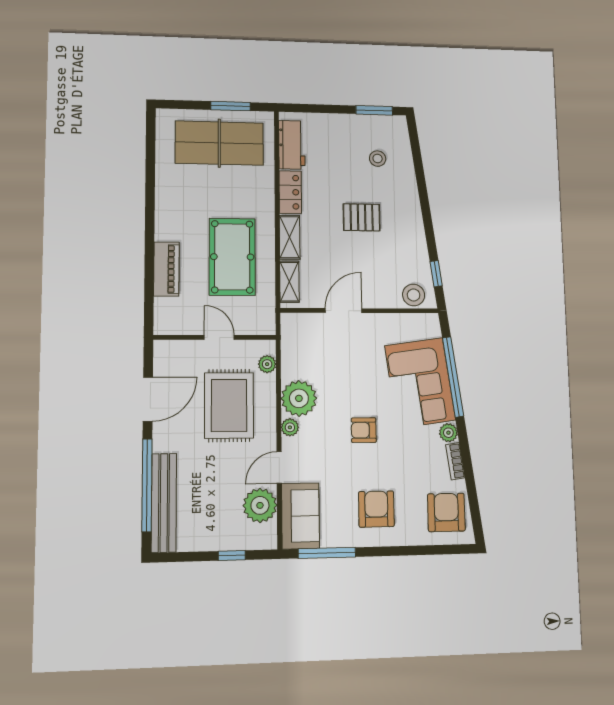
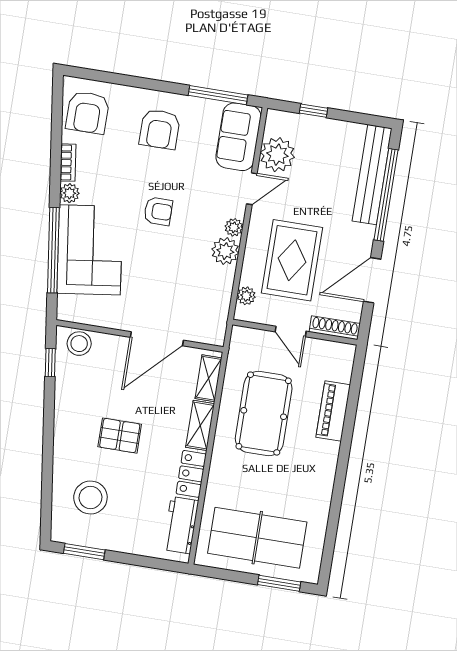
window: (231, 106) -> (279, 583), moved
stool: (378, 159) -> (90, 498), width x1.89, depth x1.89
door: (344, 311) -> (157, 339), width x1.36
shoe rack: (177, 348) -> (335, 328), added
plant: (299, 398) -> (225, 251), width x0.73, depth x0.73

